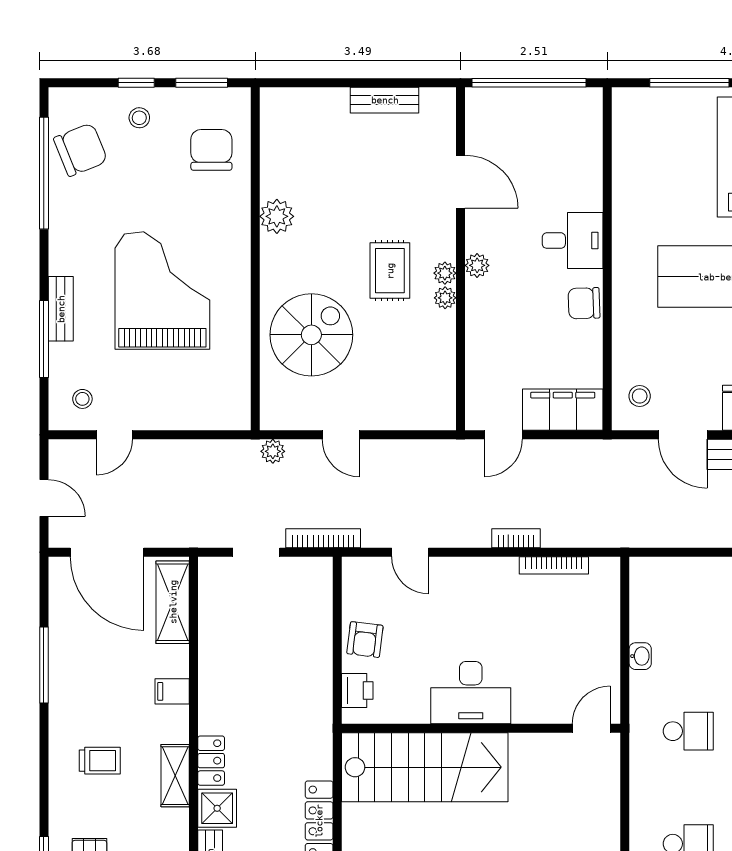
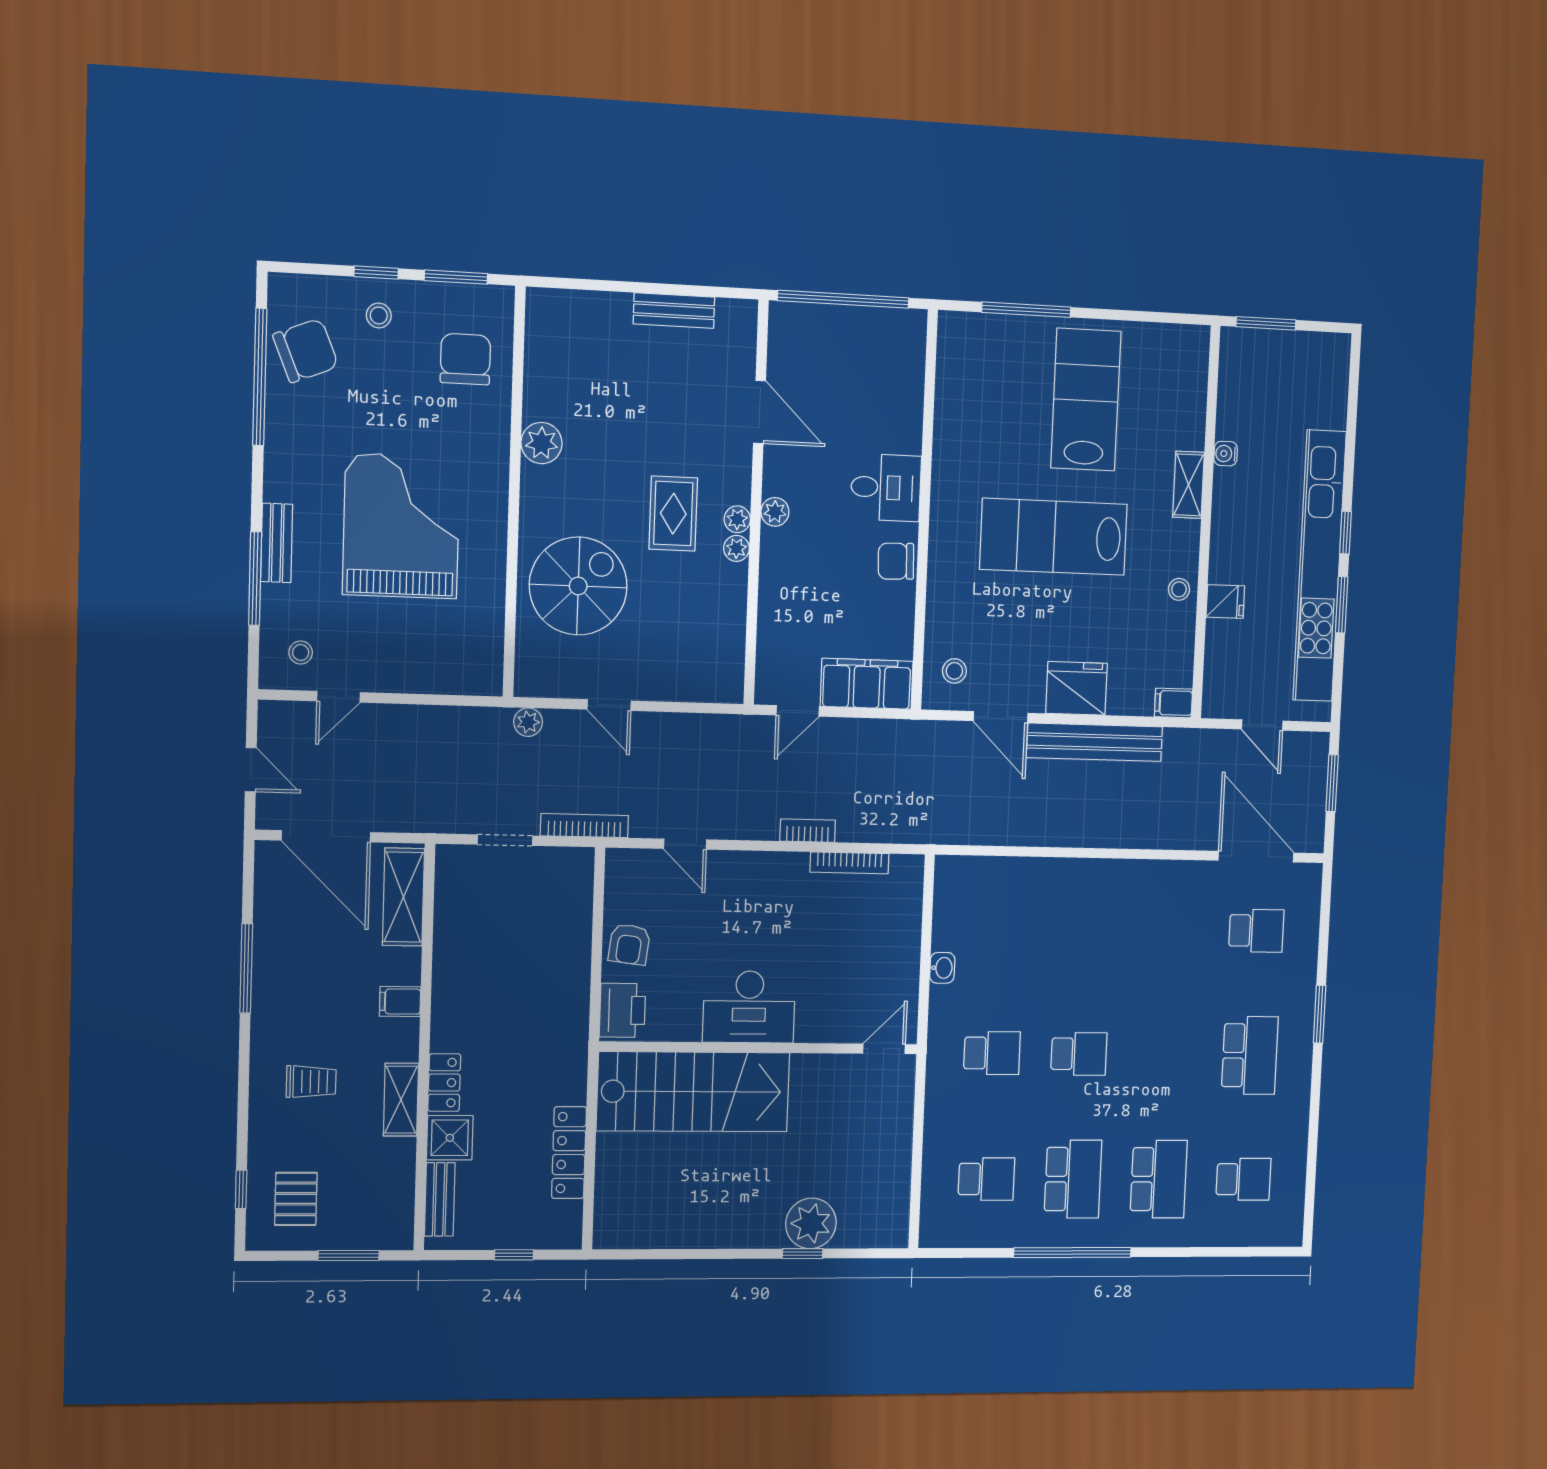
printer: (357, 691) -> (622, 1010), width x1.36, depth x1.24

